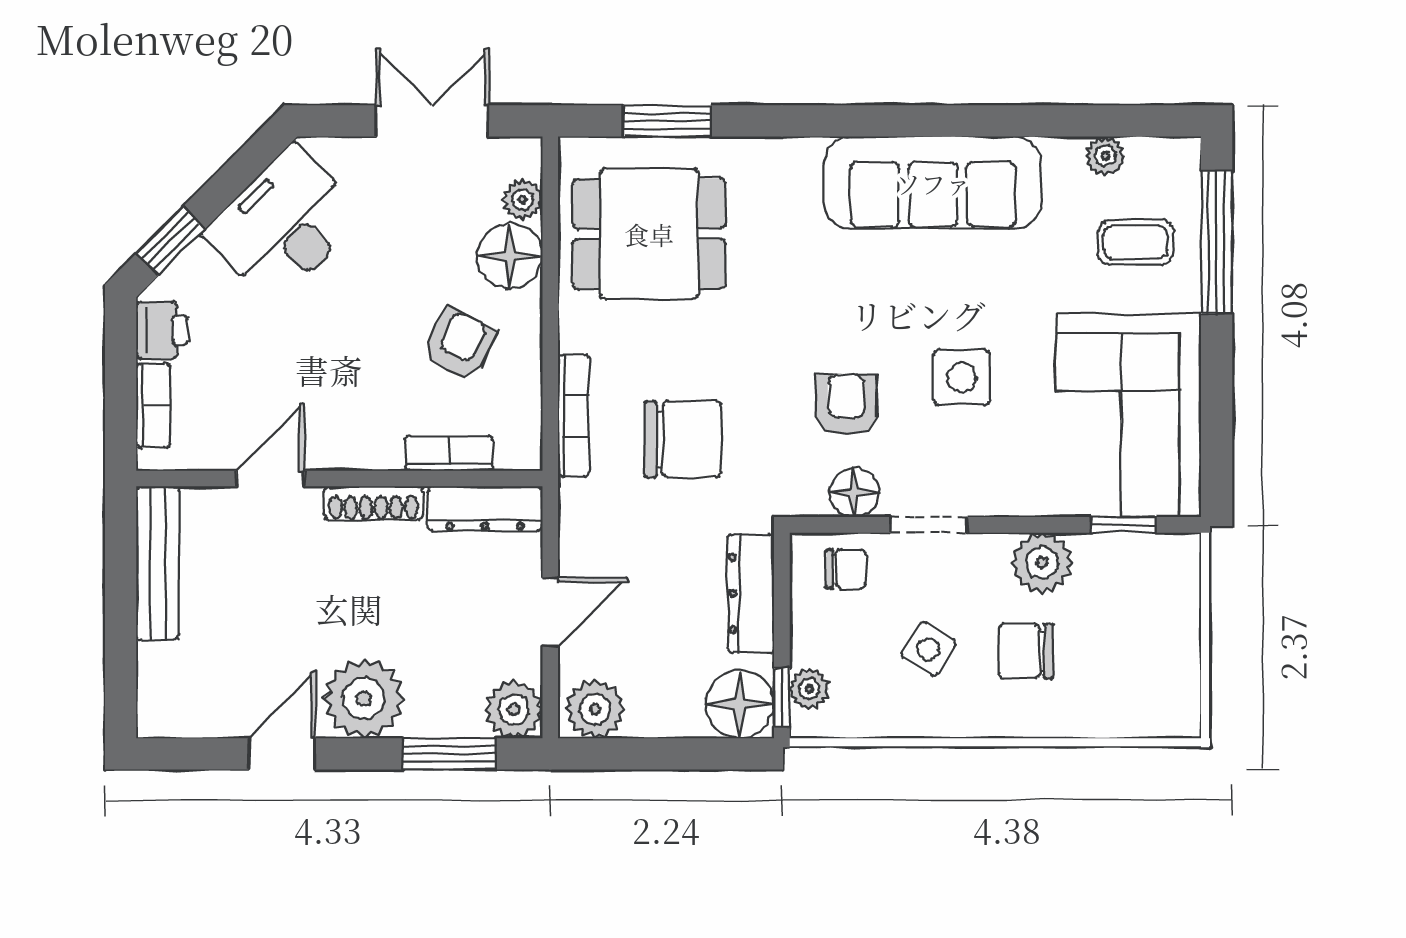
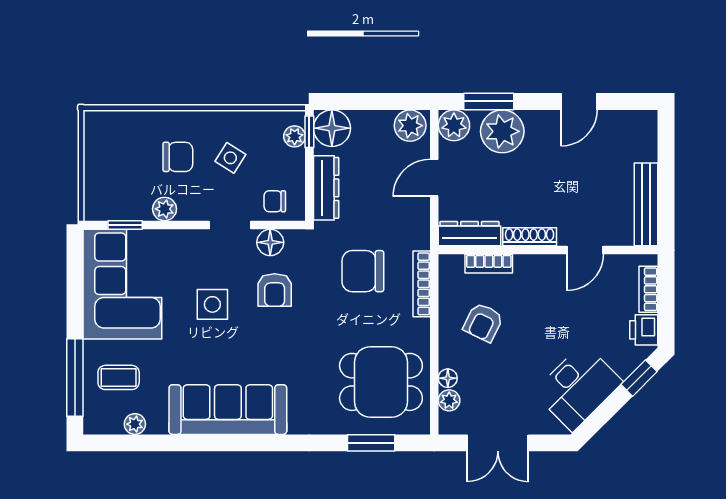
floor lamp: (510, 256) -> (448, 378), width x0.53, depth x0.53
plant: (1042, 563) -> (165, 209), width x0.73, depth x0.73
plant: (364, 698) -> (502, 131), moved

